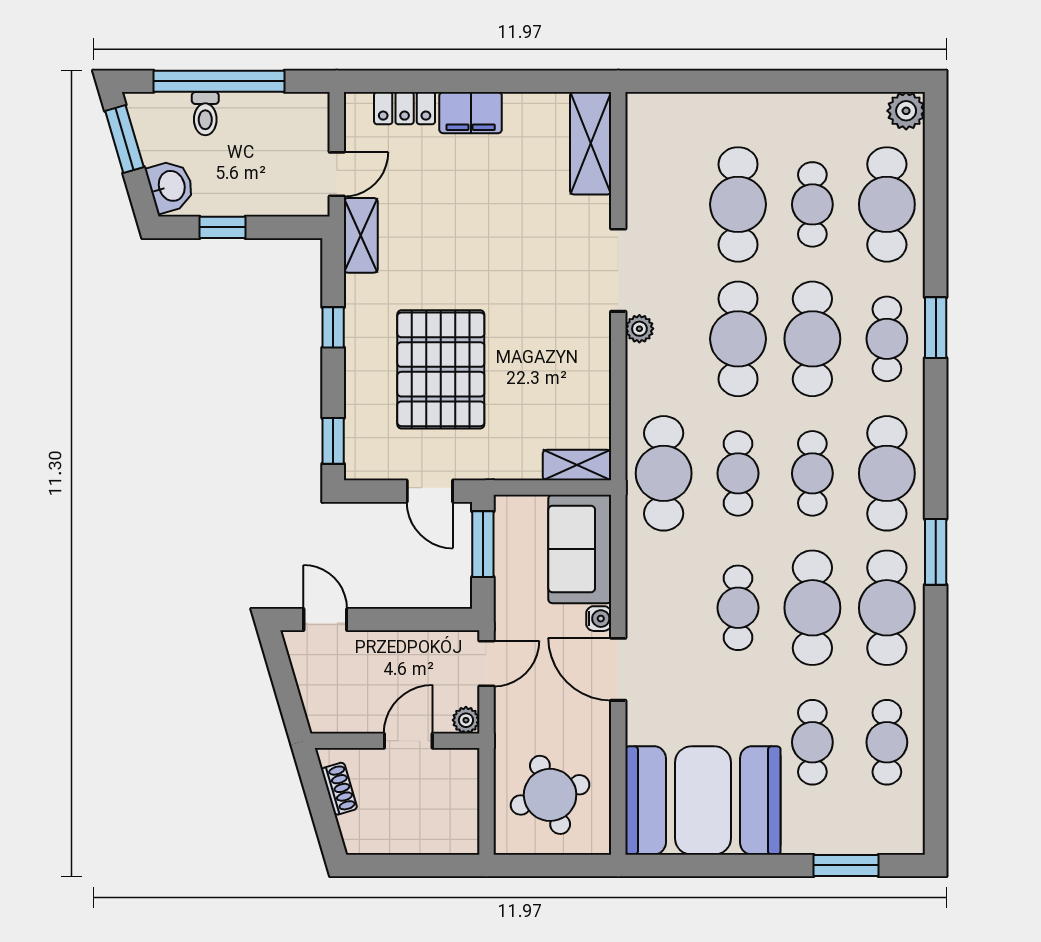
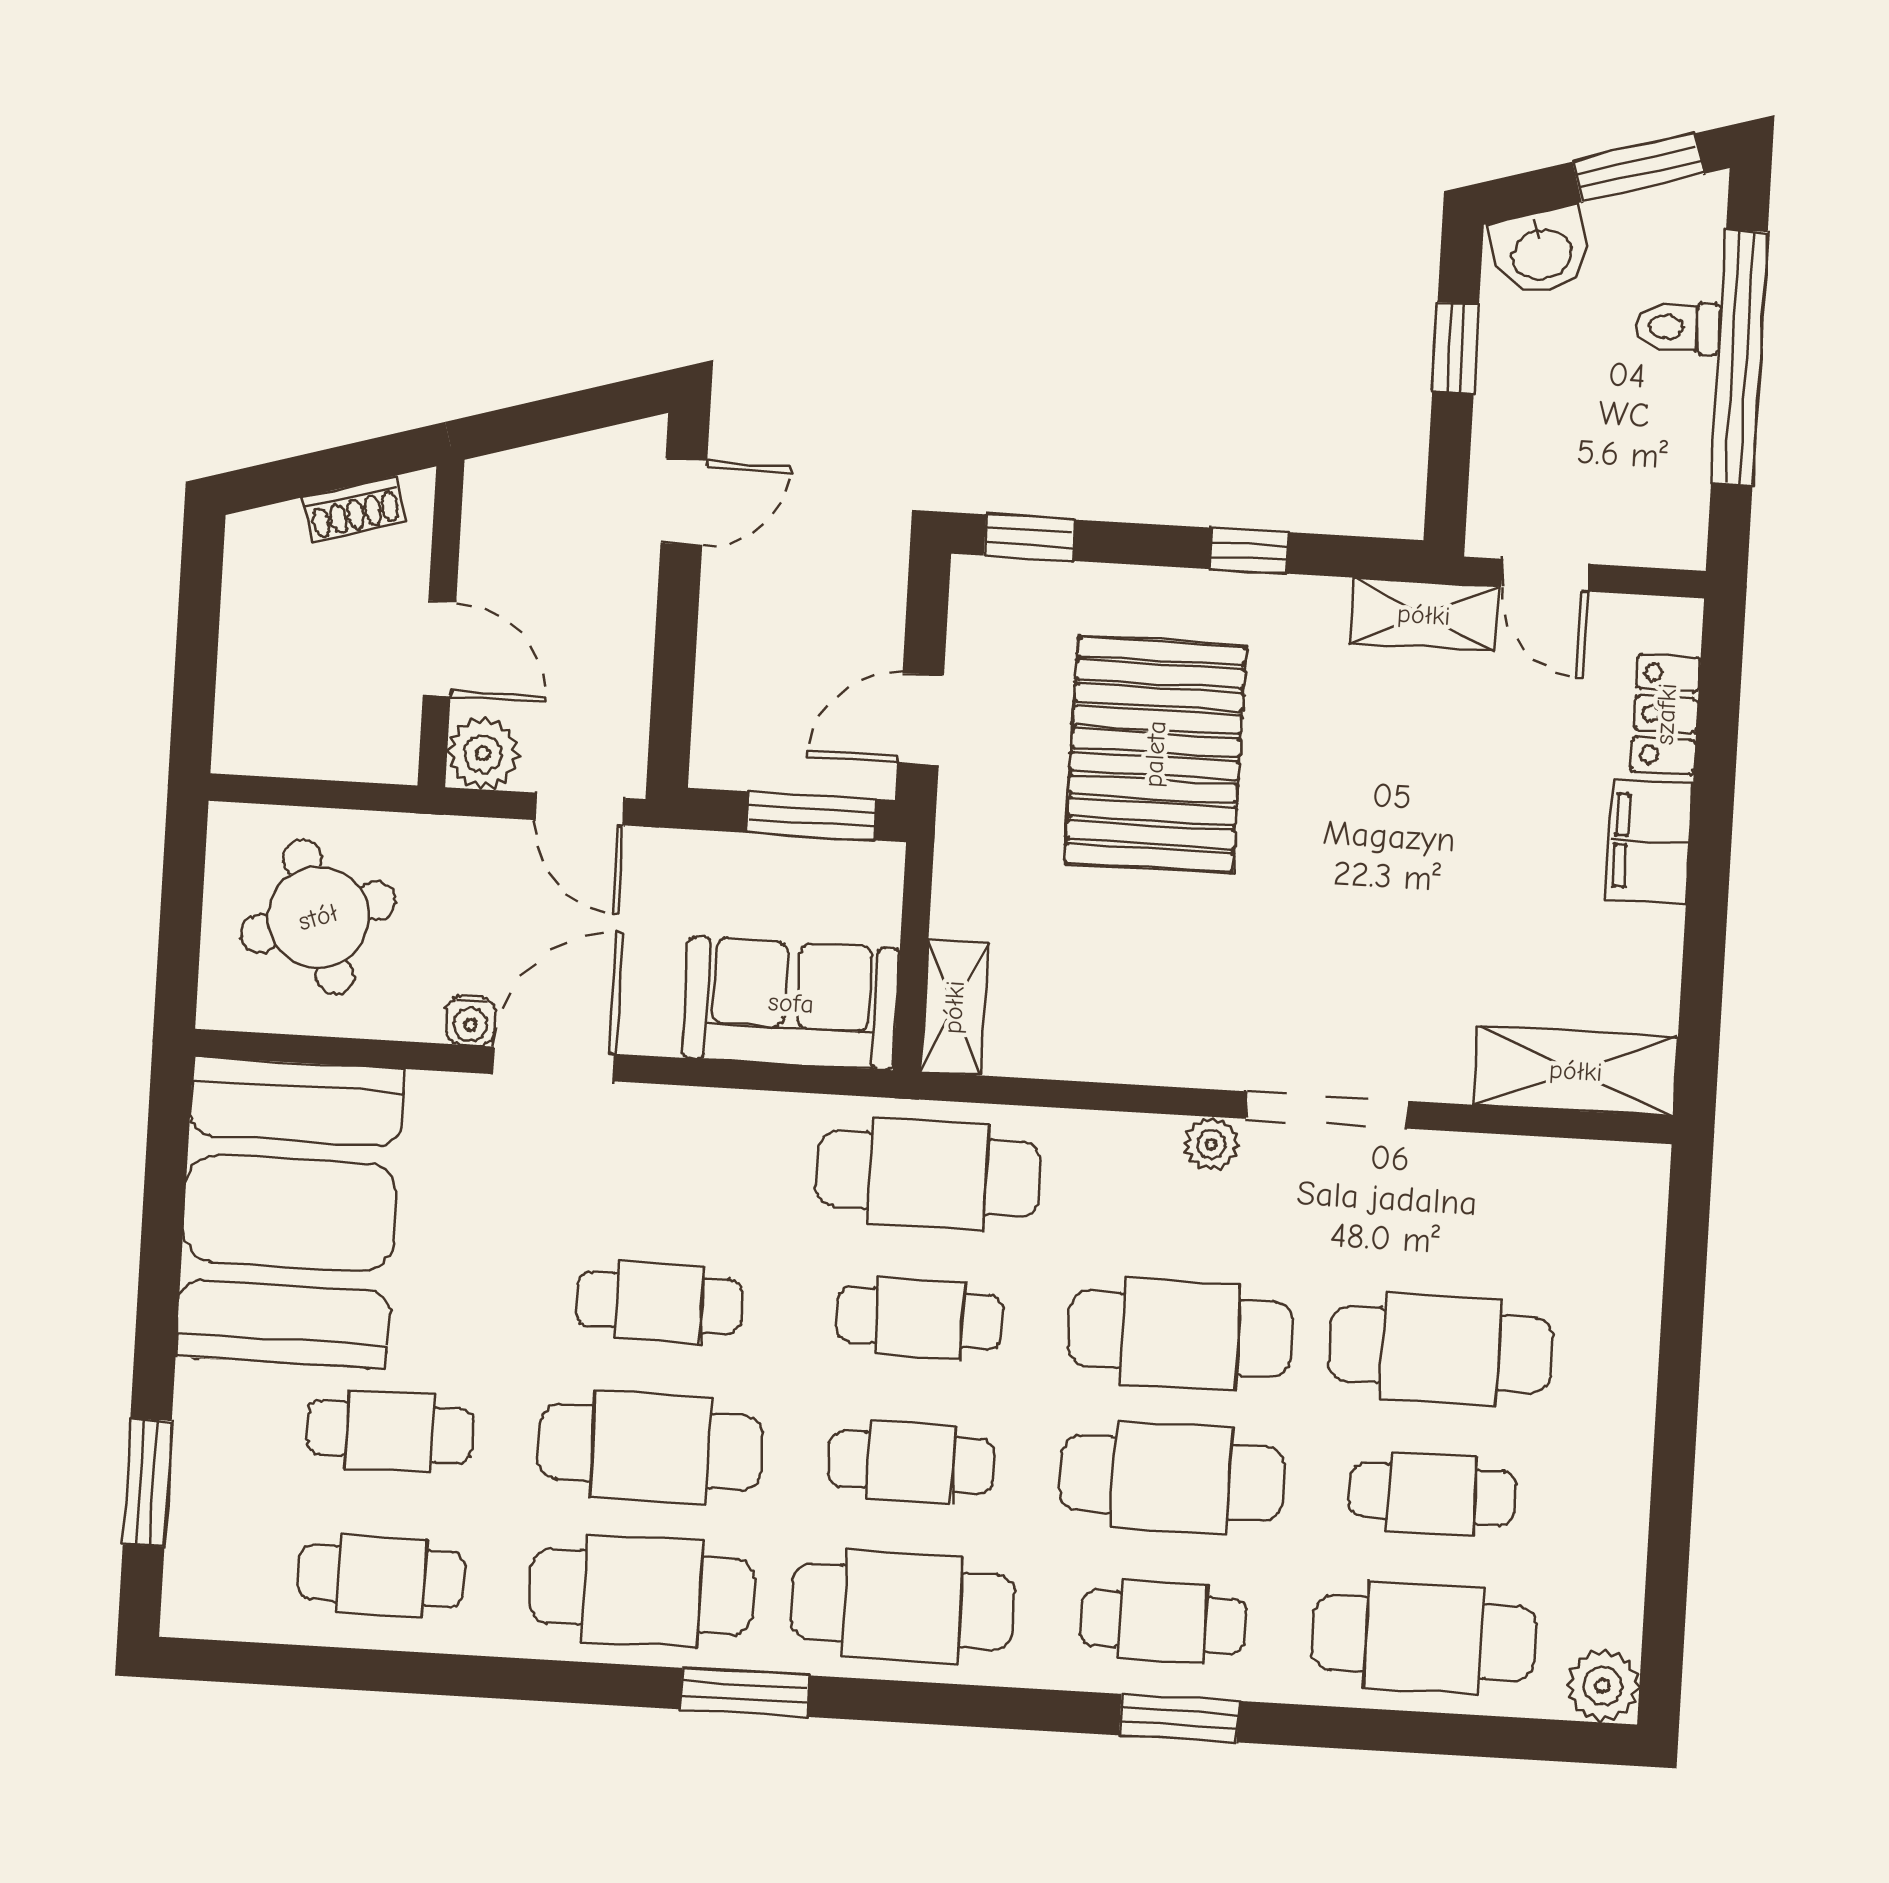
pallet: (441, 369) -> (1155, 754), turned 90
water cooler: (599, 619) -> (471, 1021), moved
plant: (466, 720) -> (483, 754), width x1.38, depth x1.38

